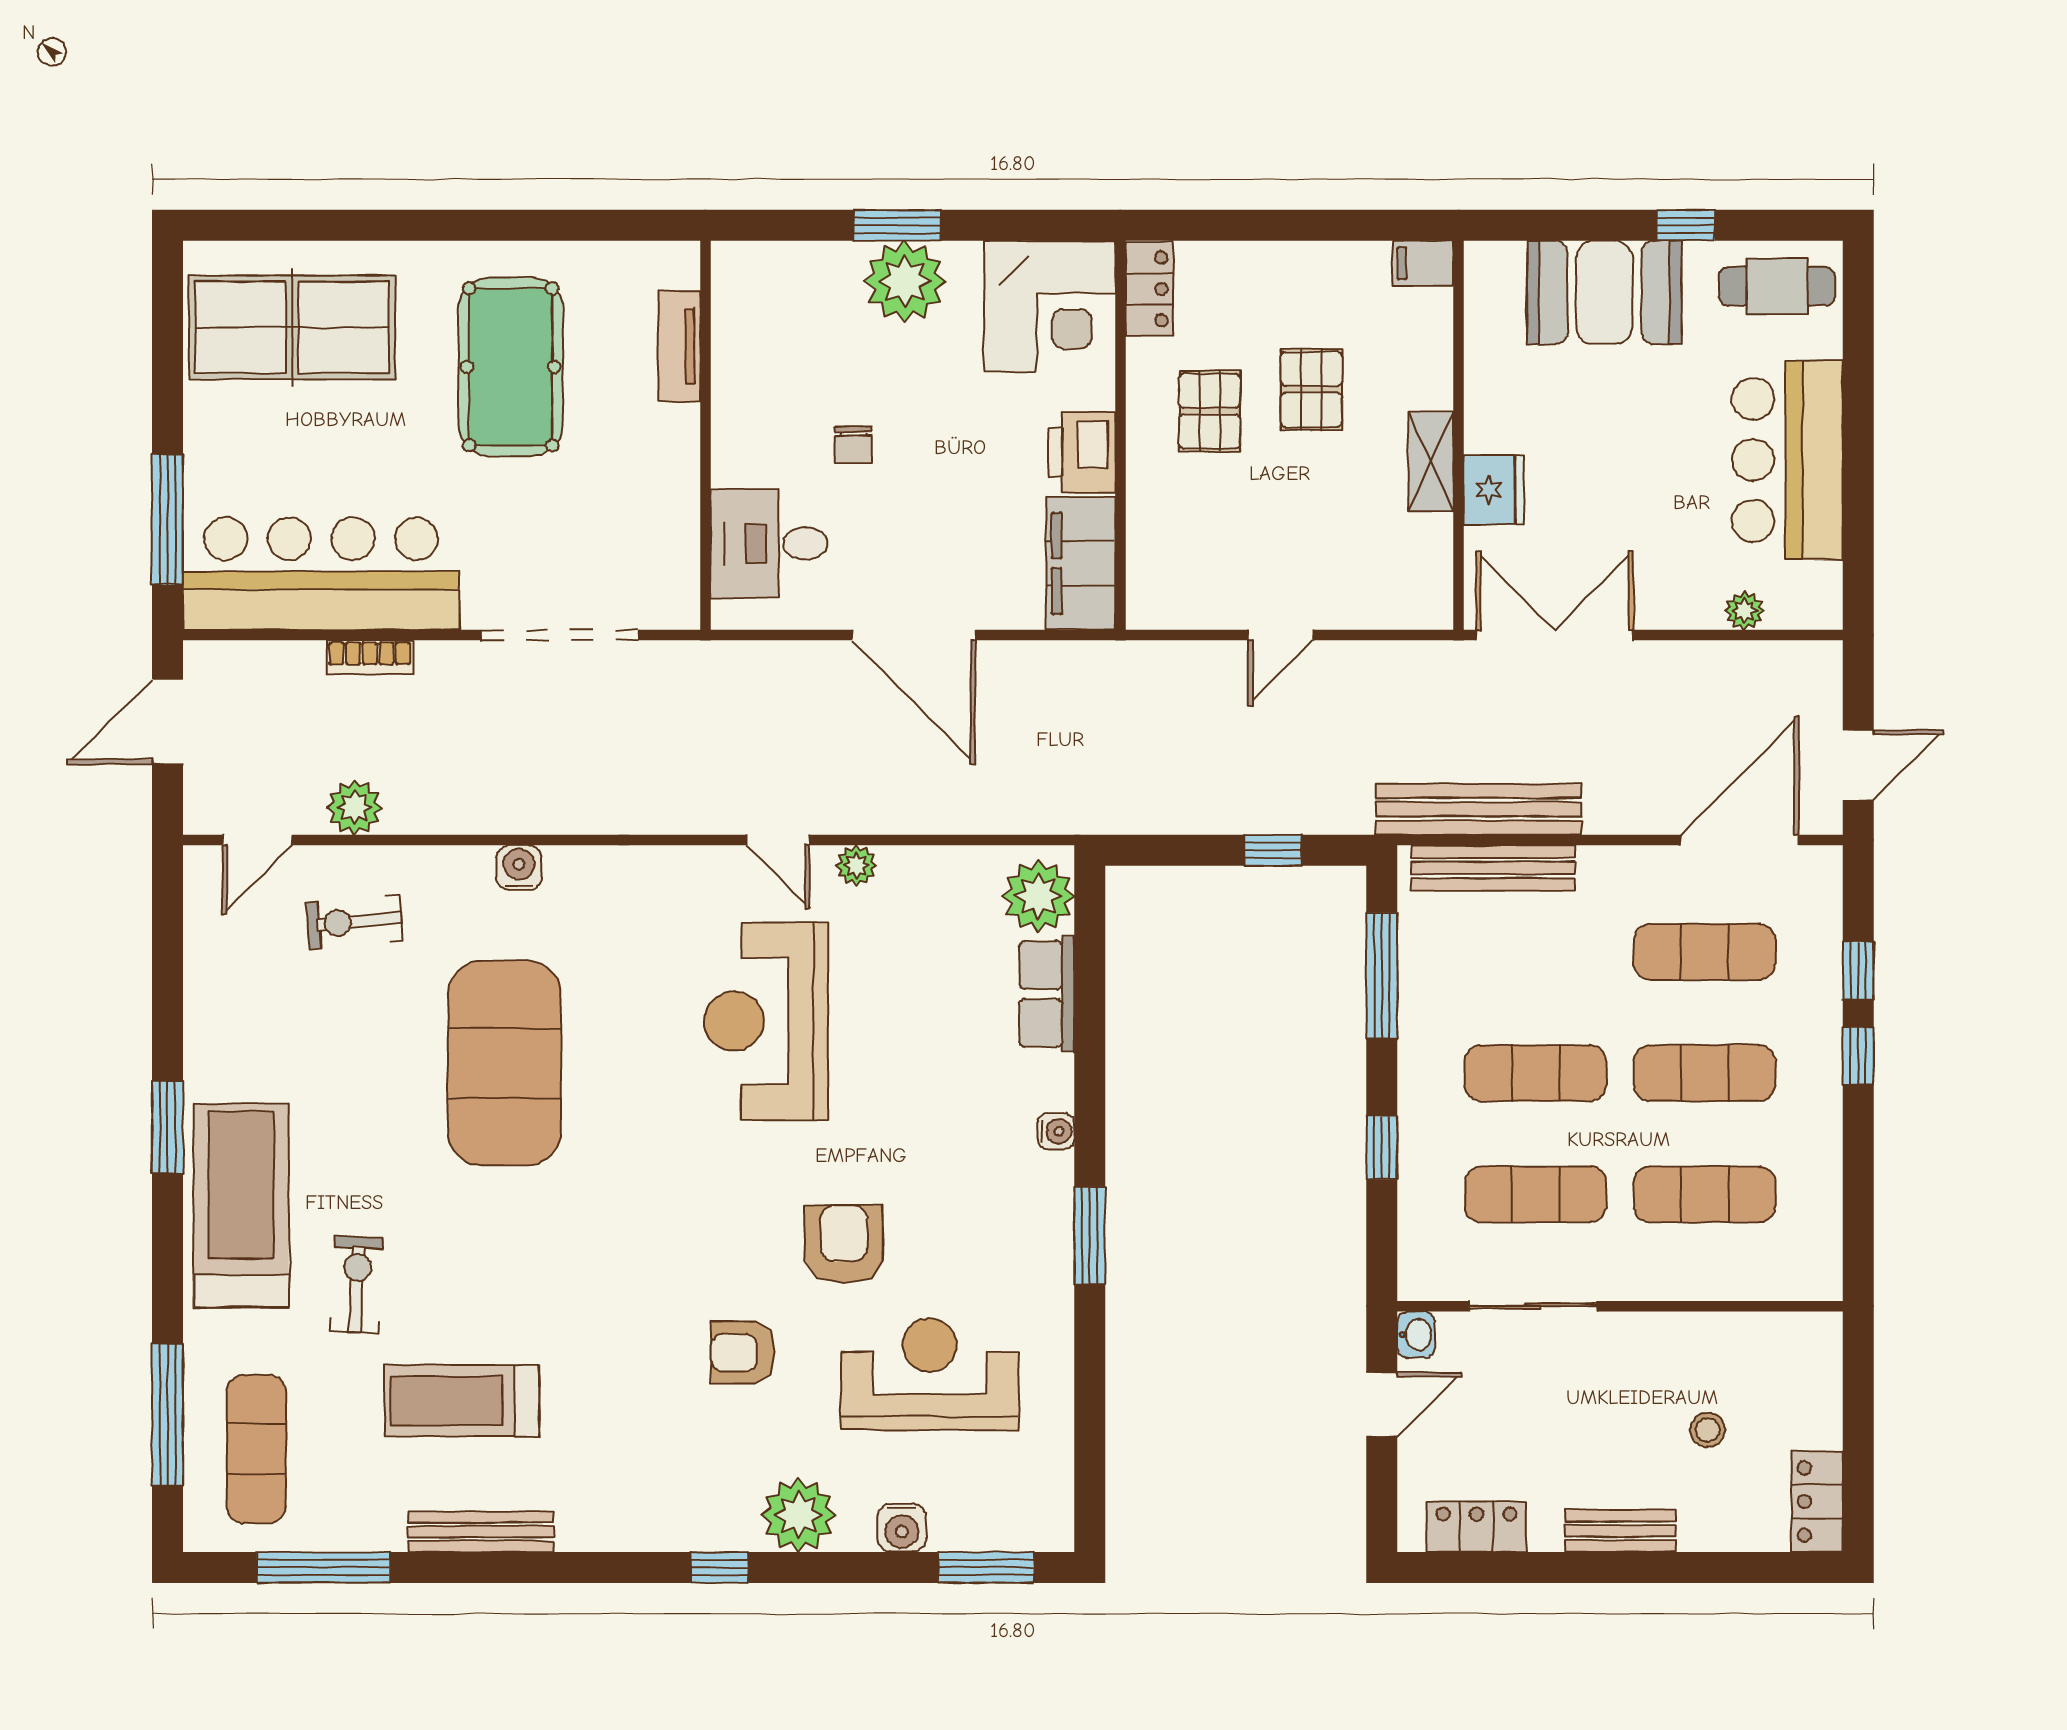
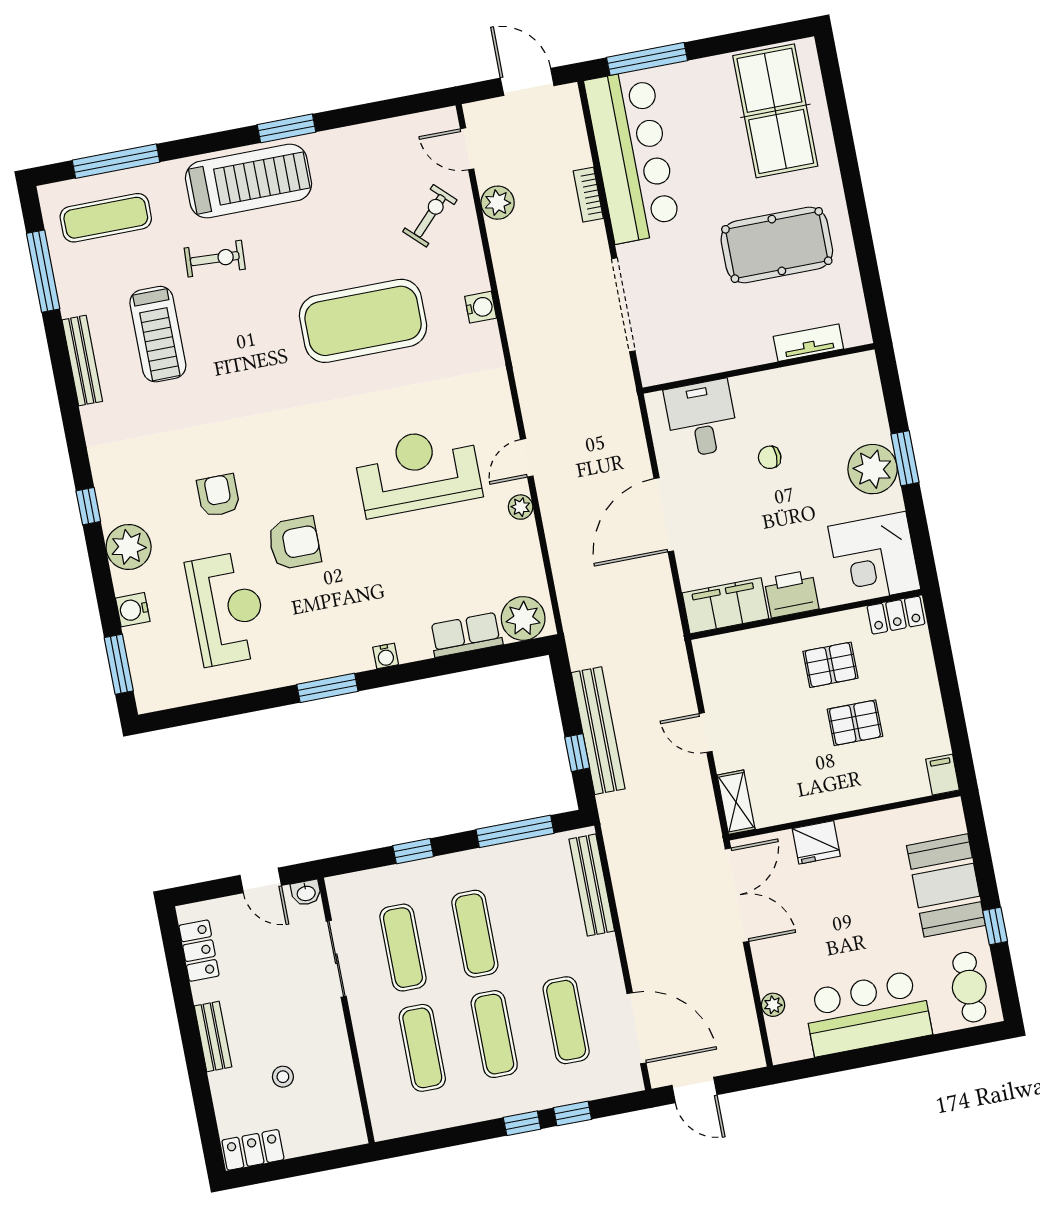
shelving: (1431, 461) -> (736, 802), moved, turned 90
bench: (1479, 809) -> (598, 731), moved
exercise bike: (355, 922) -> (430, 216), turned 49
treadmill: (462, 1401) -> (158, 334), turned 180

